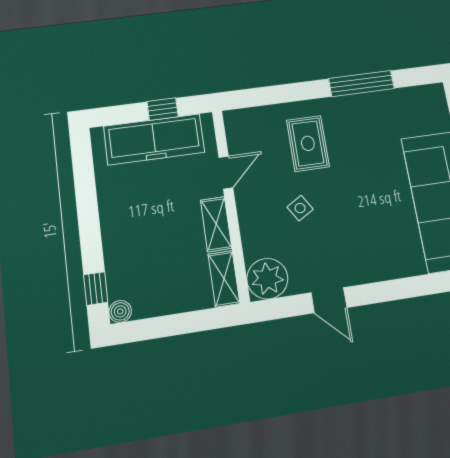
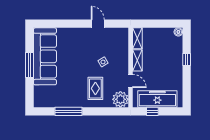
door: (226, 173) -> (131, 81), swing flipped
plant: (267, 279) -> (120, 99), moved
window: (96, 289) -> (187, 59), moved

